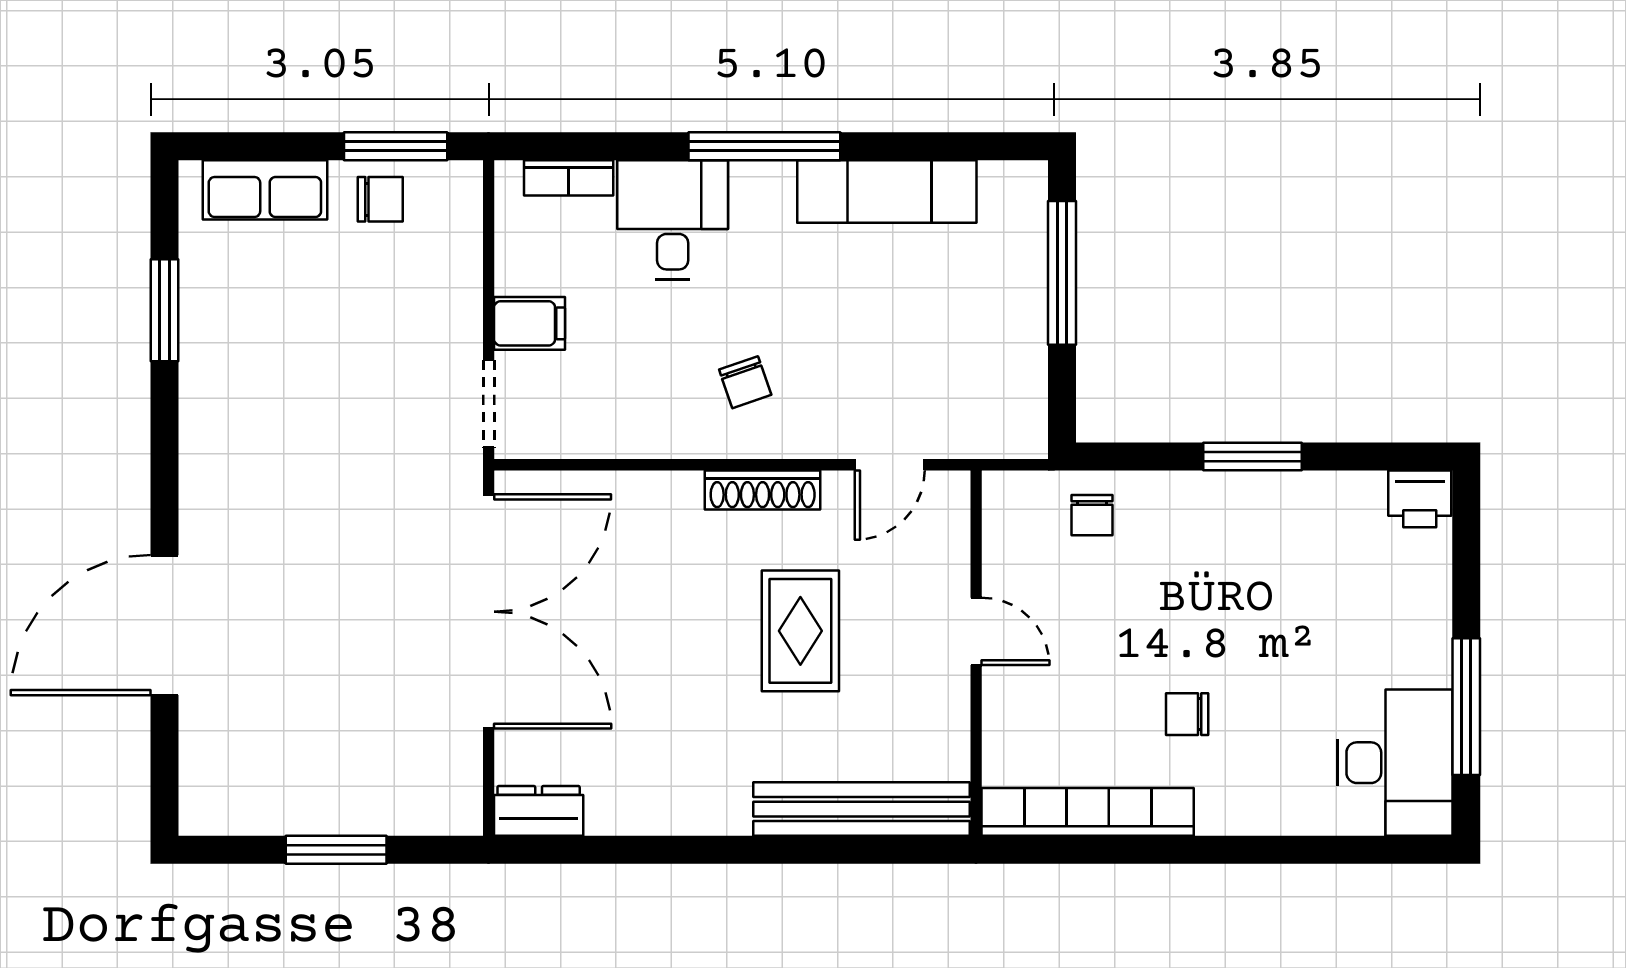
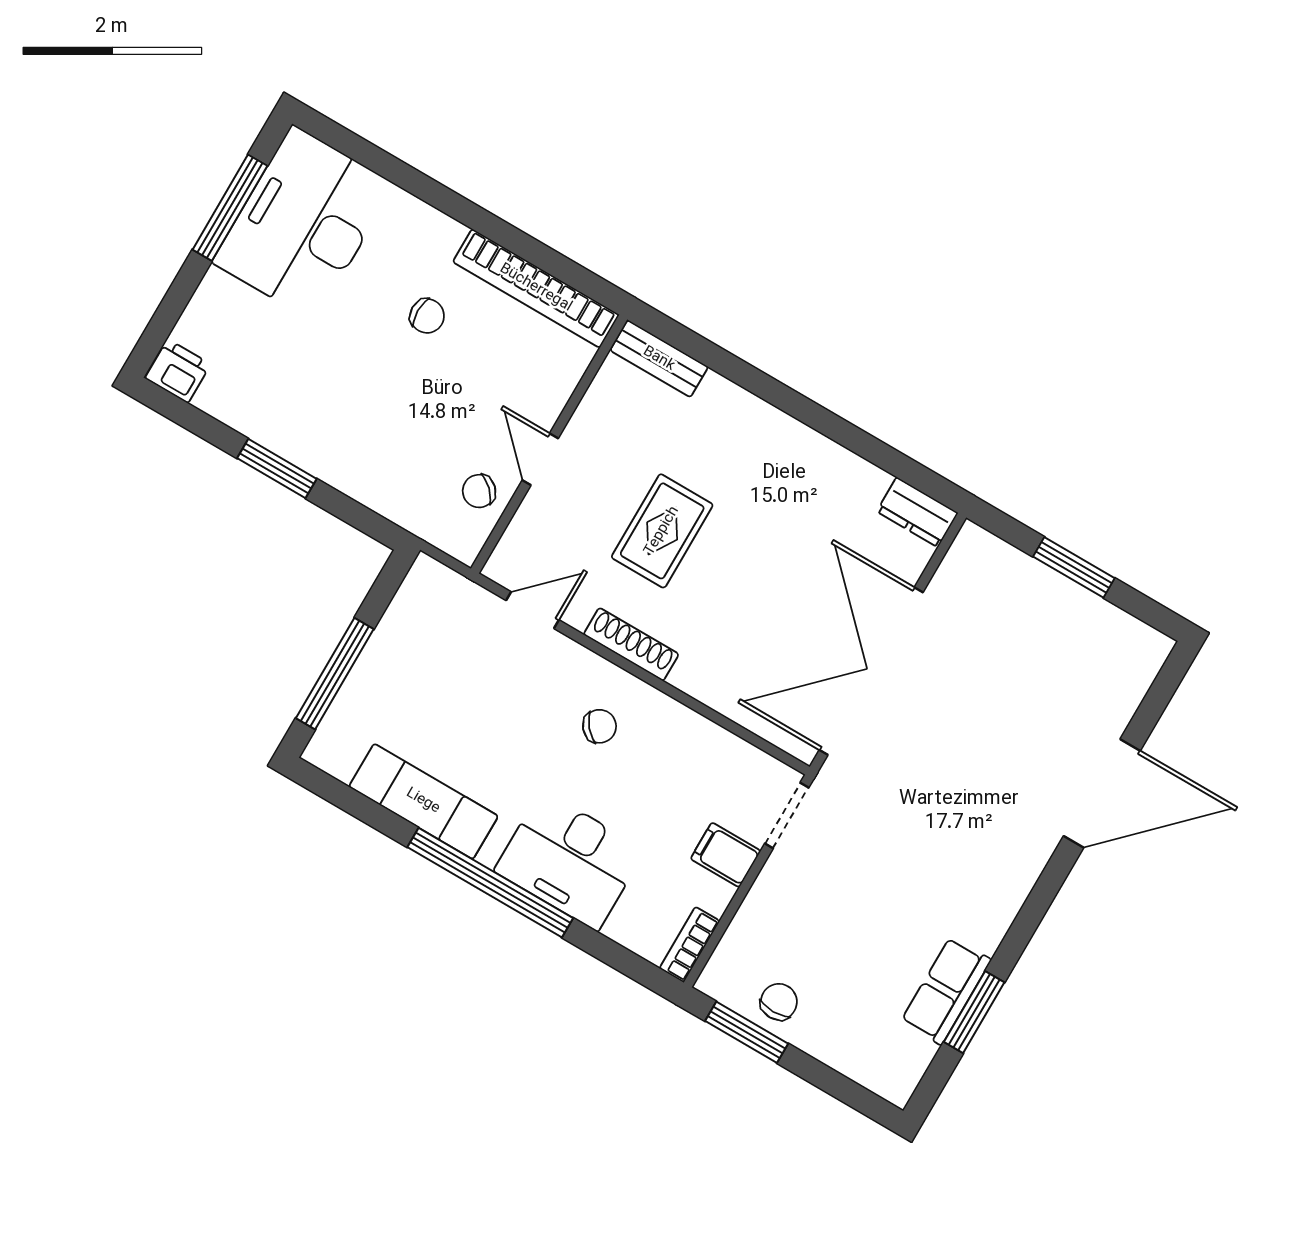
window: (764, 146) -> (490, 883), width x1.46
bookcase: (569, 178) -> (690, 945), moved, turned -90
row of seats: (265, 190) -> (946, 991), moved, turned -90
chair: (380, 199) -> (779, 1002), turned 90
desk: (673, 220) -> (570, 861), width x1.37
chair: (745, 382) -> (600, 726), turned 69
chair: (1092, 515) -> (479, 491), moved, turned -136
desk: (1395, 763) -> (303, 223), width x1.36, depth x1.30
bench: (861, 809) -> (659, 359), width x0.54, depth x0.82

